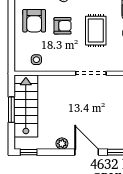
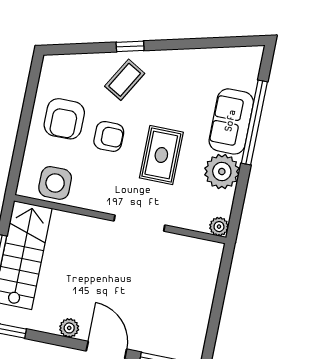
side table: (36, 60) -> (55, 183), width x1.87, depth x1.87

